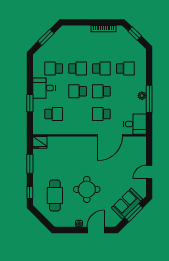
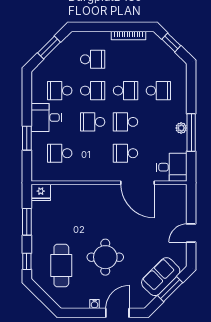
school desk: (78, 46) -> (93, 59), added
school desk: (54, 114) -> (60, 153), turned 180
door: (110, 135) -> (138, 183), hinge flipped

